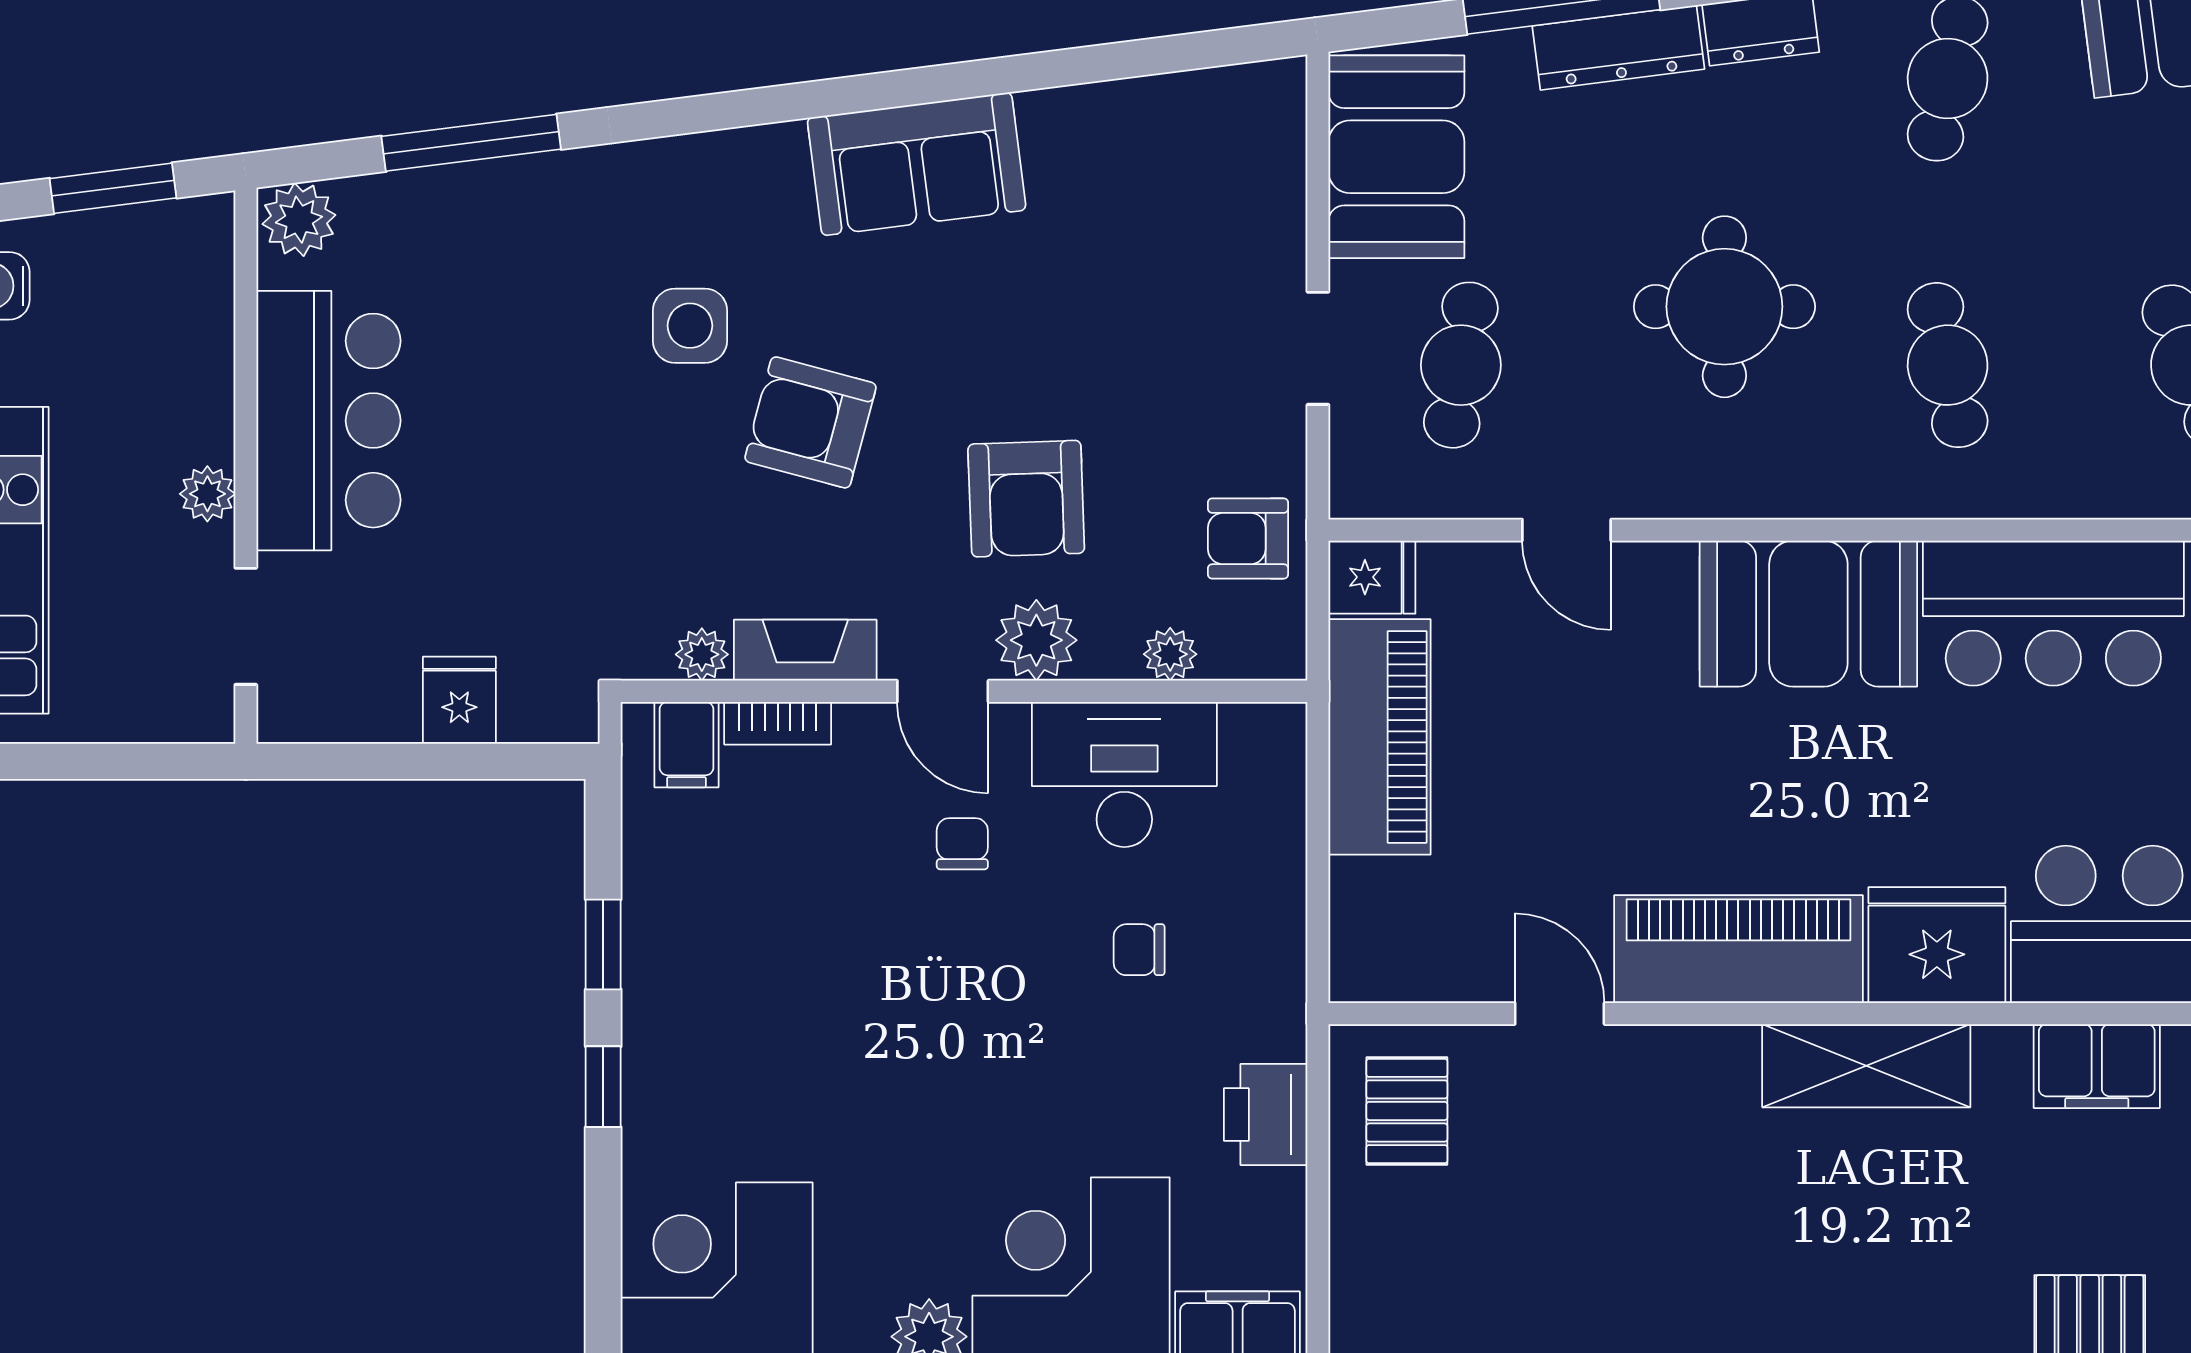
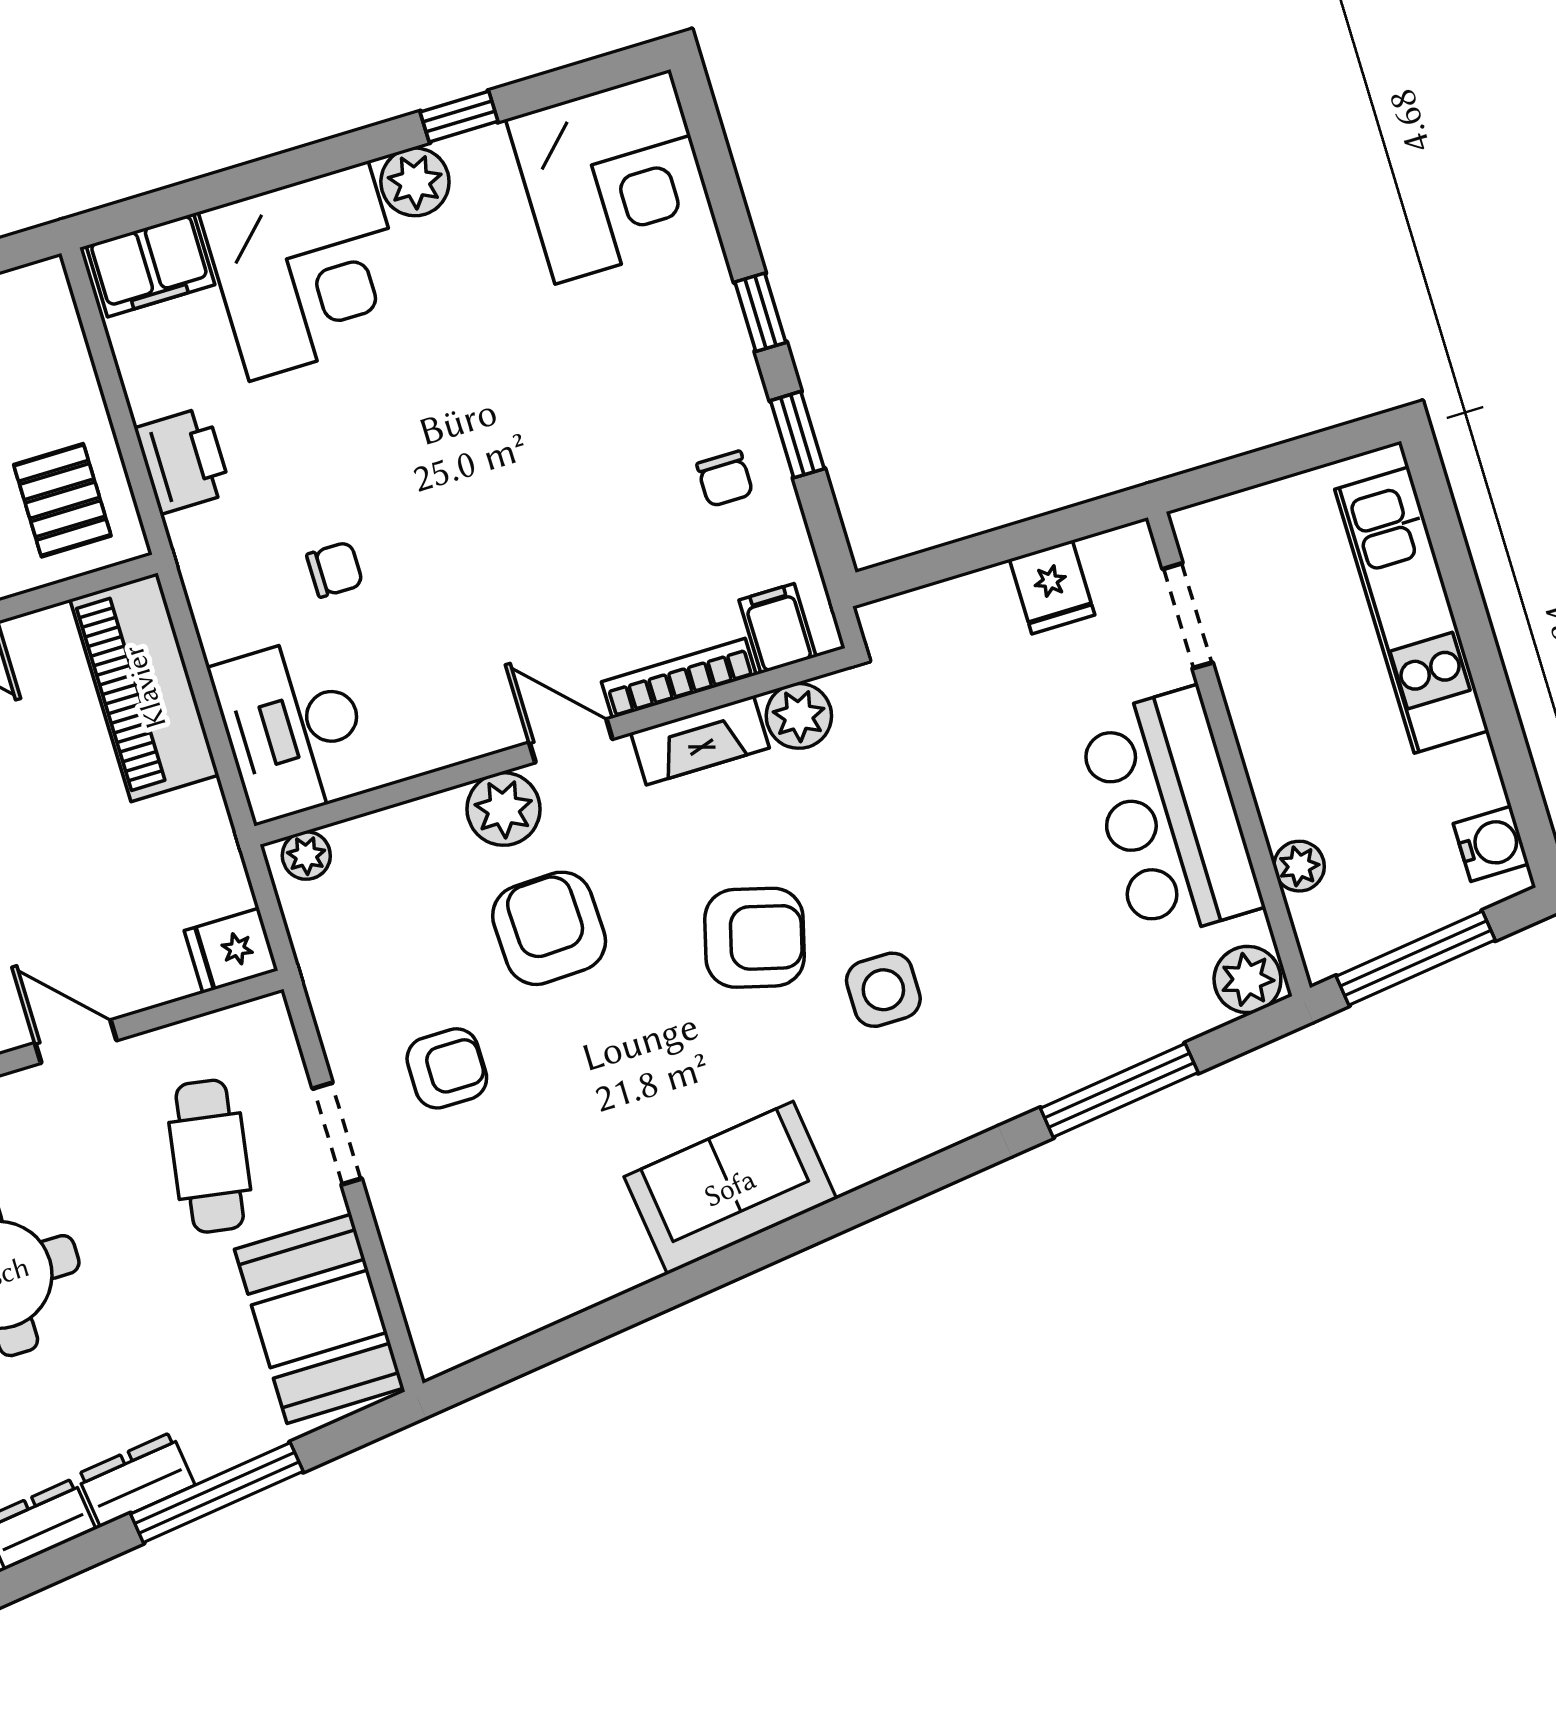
dresser: (1618, 48) -> (136, 1480), width x0.70
window: (113, 188) -> (1416, 958), width x1.44
plant: (207, 494) -> (1299, 866), moved
armchair: (1248, 539) -> (447, 1068), moved
plant: (702, 654) -> (799, 716), width x1.38, depth x1.38
plant: (1170, 654) -> (306, 856), moved
fridge: (459, 700) -> (1052, 587), moved
bookcase: (778, 723) -> (679, 678), width x1.56
piano: (1380, 737) -> (145, 687), moved
desk: (1124, 774) -> (293, 728), moved, turned 90
chair: (962, 844) -> (725, 479), moved

